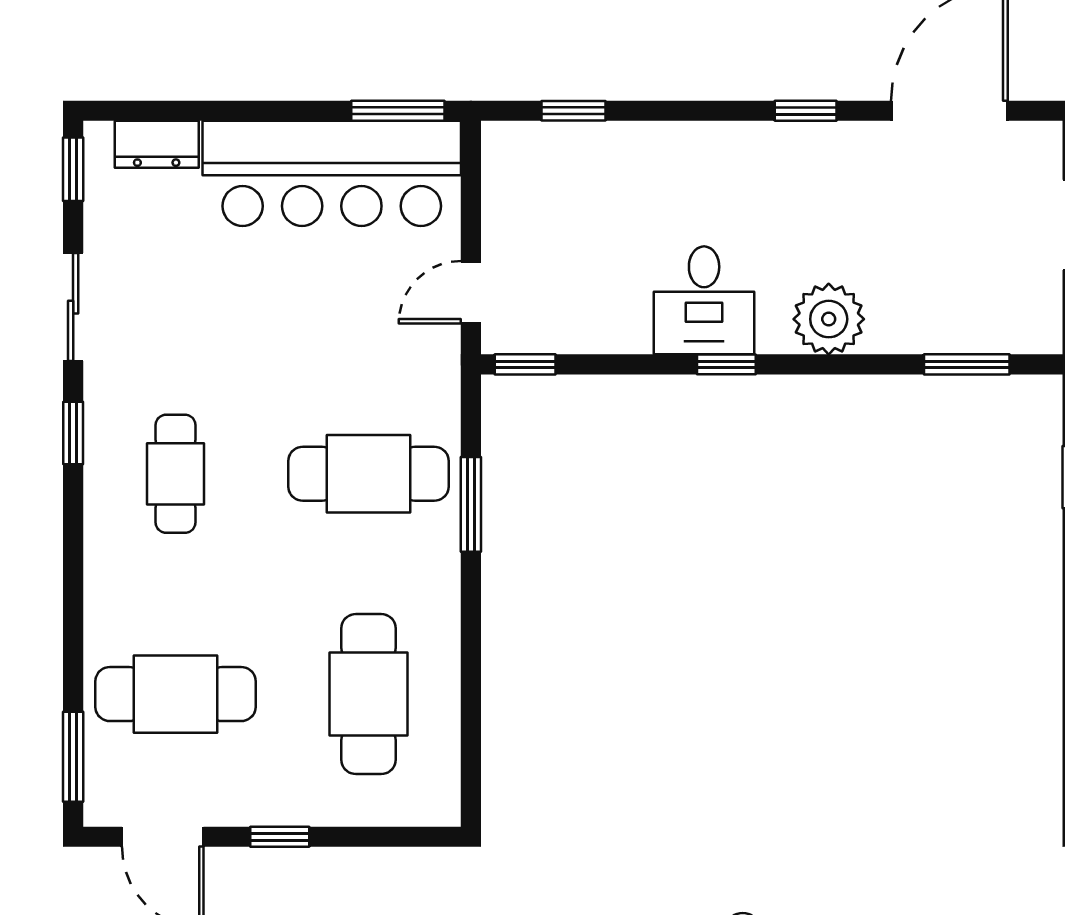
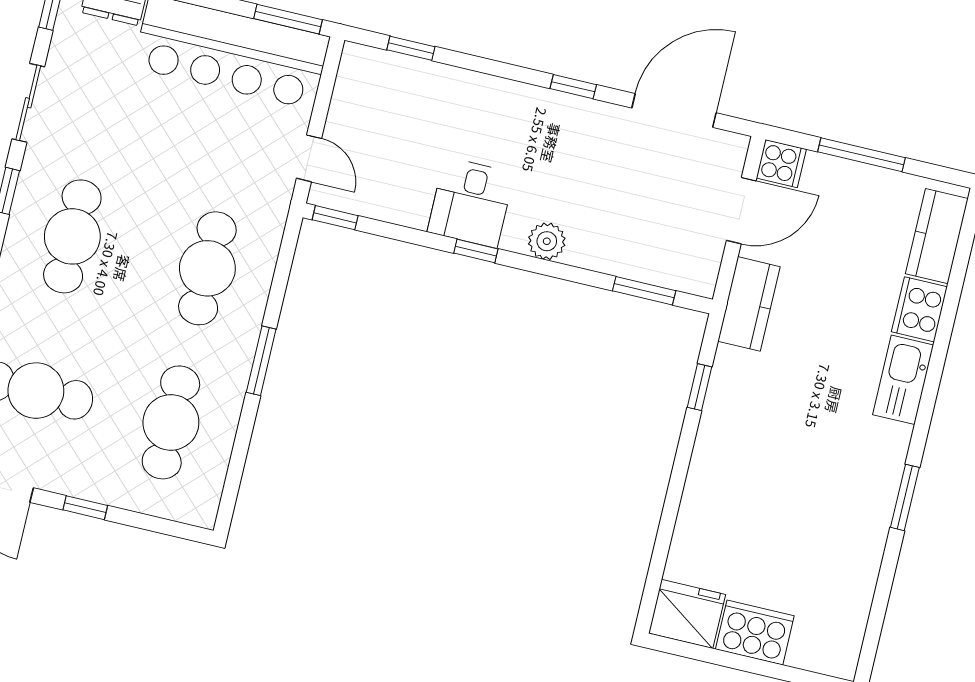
door: (471, 292) -> (309, 158), swing flipped
plant: (829, 319) -> (547, 241), width x0.73, depth x0.73
cafe table: (176, 474) -> (72, 236), width x1.37, depth x1.35
cafe table: (369, 474) -> (207, 268), turned 90
window: (471, 504) -> (261, 361), moved

